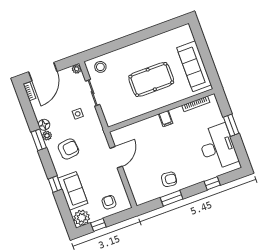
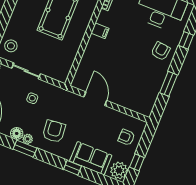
armchair: (169, 179) -> (161, 51), moved

